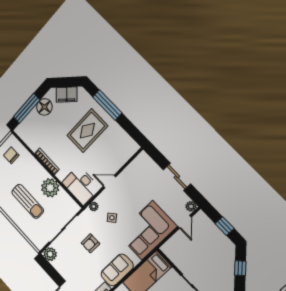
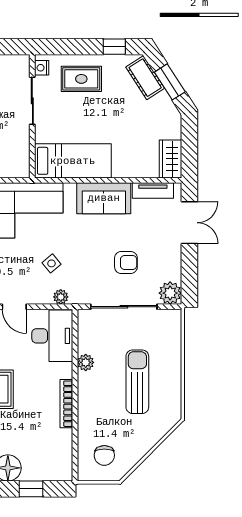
window: (27, 108) -> (31, 489), width x0.46
plant: (50, 188) -> (86, 362), width x0.53, depth x0.53
armchair: (90, 243) -> (126, 262), moved

